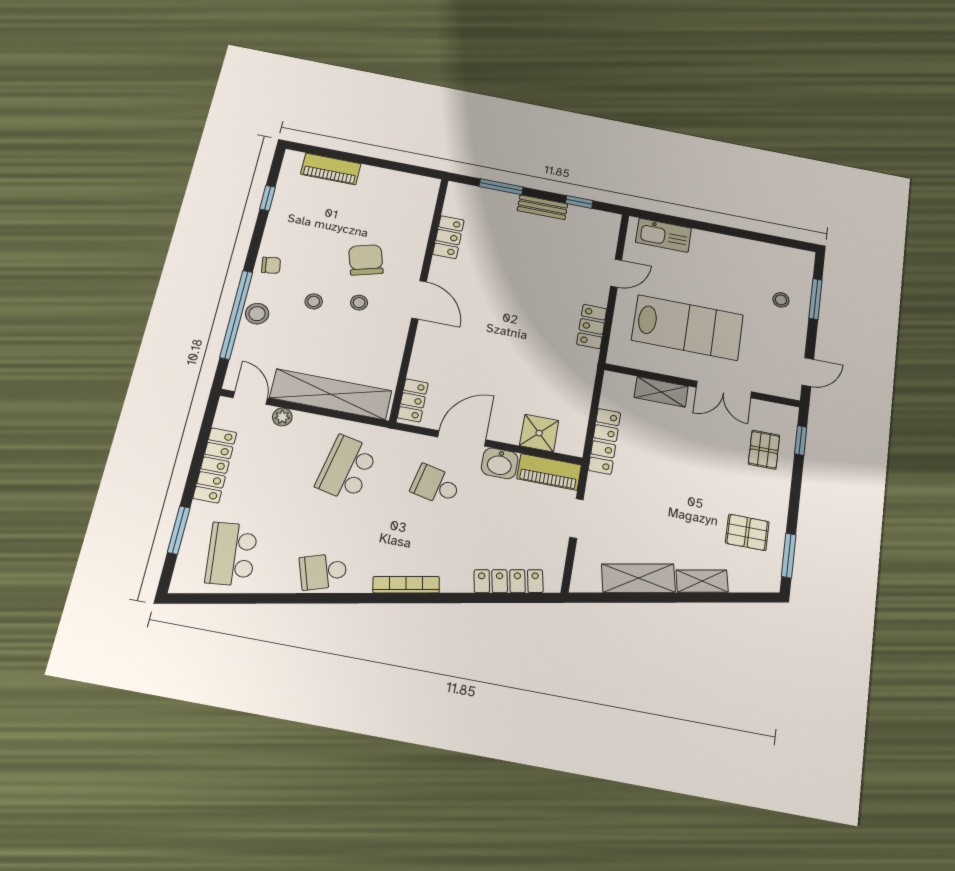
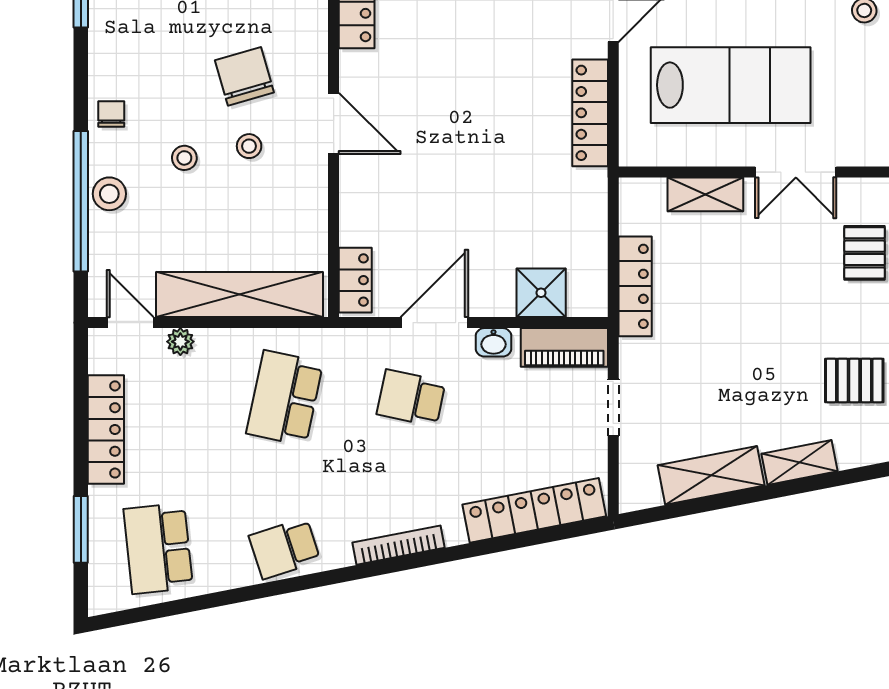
chair: (271, 265) -> (111, 114), turned -81
locker: (592, 326) -> (590, 113), width x1.53
washbasin: (500, 463) -> (493, 342), width x0.72, depth x0.69
locker: (509, 581) -> (534, 510), width x1.41, depth x1.21

